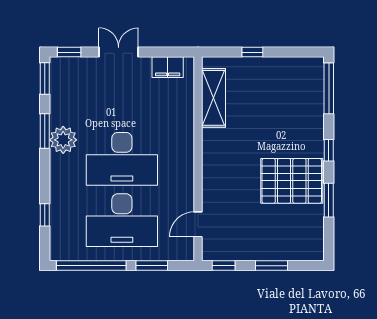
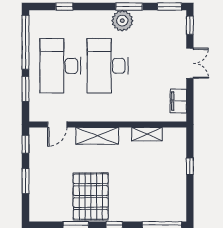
shelving: (214, 98) -> (147, 134), width x0.67, depth x0.75
shelving: (213, 172) -> (97, 136), added
door: (198, 224) -> (57, 124), swing flipped

